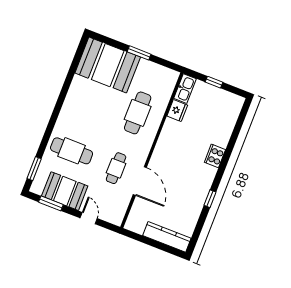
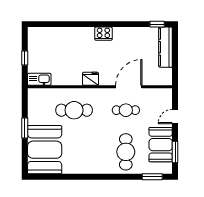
fridge: (177, 111) -> (90, 79), moved
cooker: (215, 156) -> (103, 34), moved
window: (210, 199) -> (157, 24), moved

